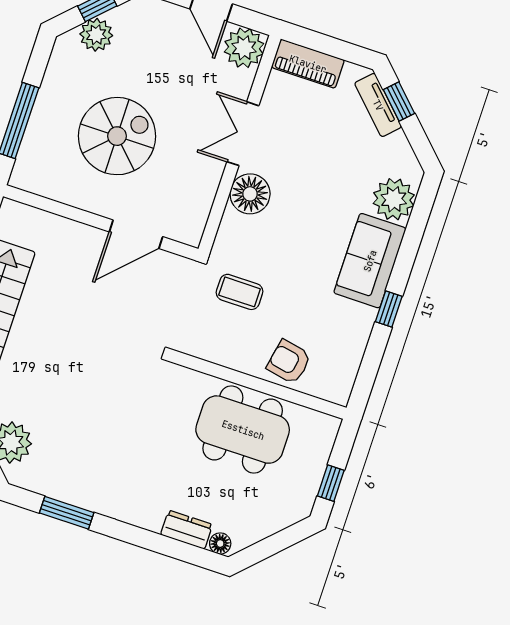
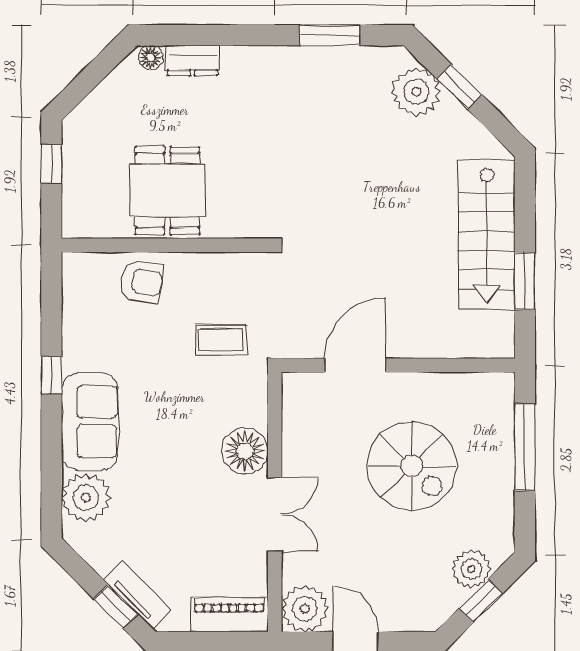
spiral stairs: (117, 136) -> (412, 466), turned -90
dining table: (243, 430) -> (167, 190), width x0.73

